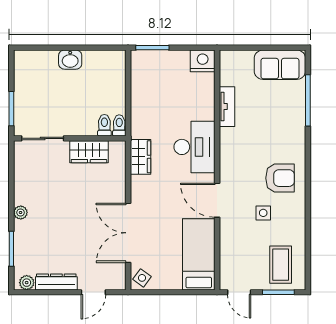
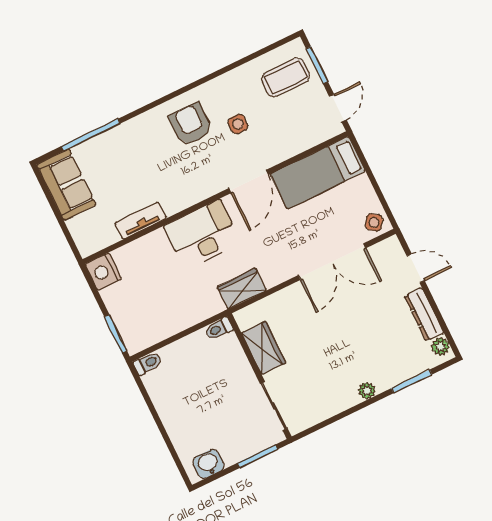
washbasin: (70, 60) -> (208, 464), moved, turned -90
toilet: (104, 125) -> (148, 363), moved, turned 180

